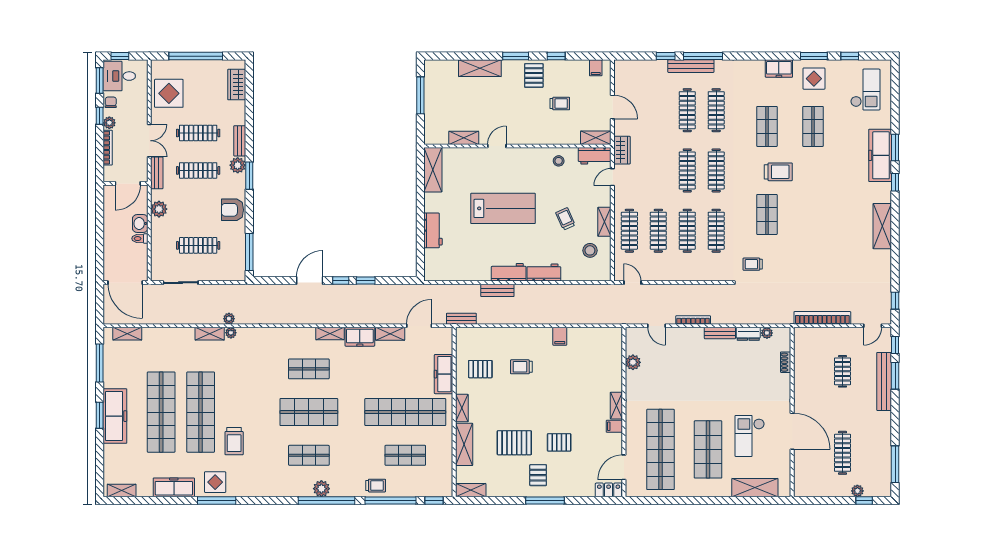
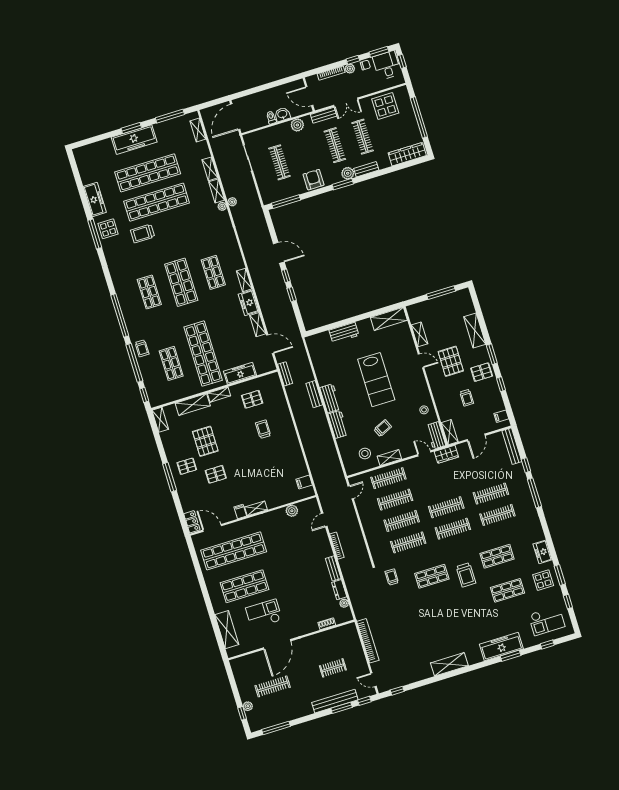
bench: (691, 66) -> (512, 446), moved
wardrobe: (237, 85) -> (407, 154), width x1.50
pallet: (509, 109) -> (451, 361), added
window: (895, 182) -> (547, 645), moved
filing cabinet: (560, 336) -> (304, 482), moved
pallet: (480, 369) -> (252, 399), turned 90
pallet: (559, 442) -> (216, 474), turned 90
plant: (321, 489) -> (127, 309), removed
shelving: (122, 491) -> (210, 169), moved

